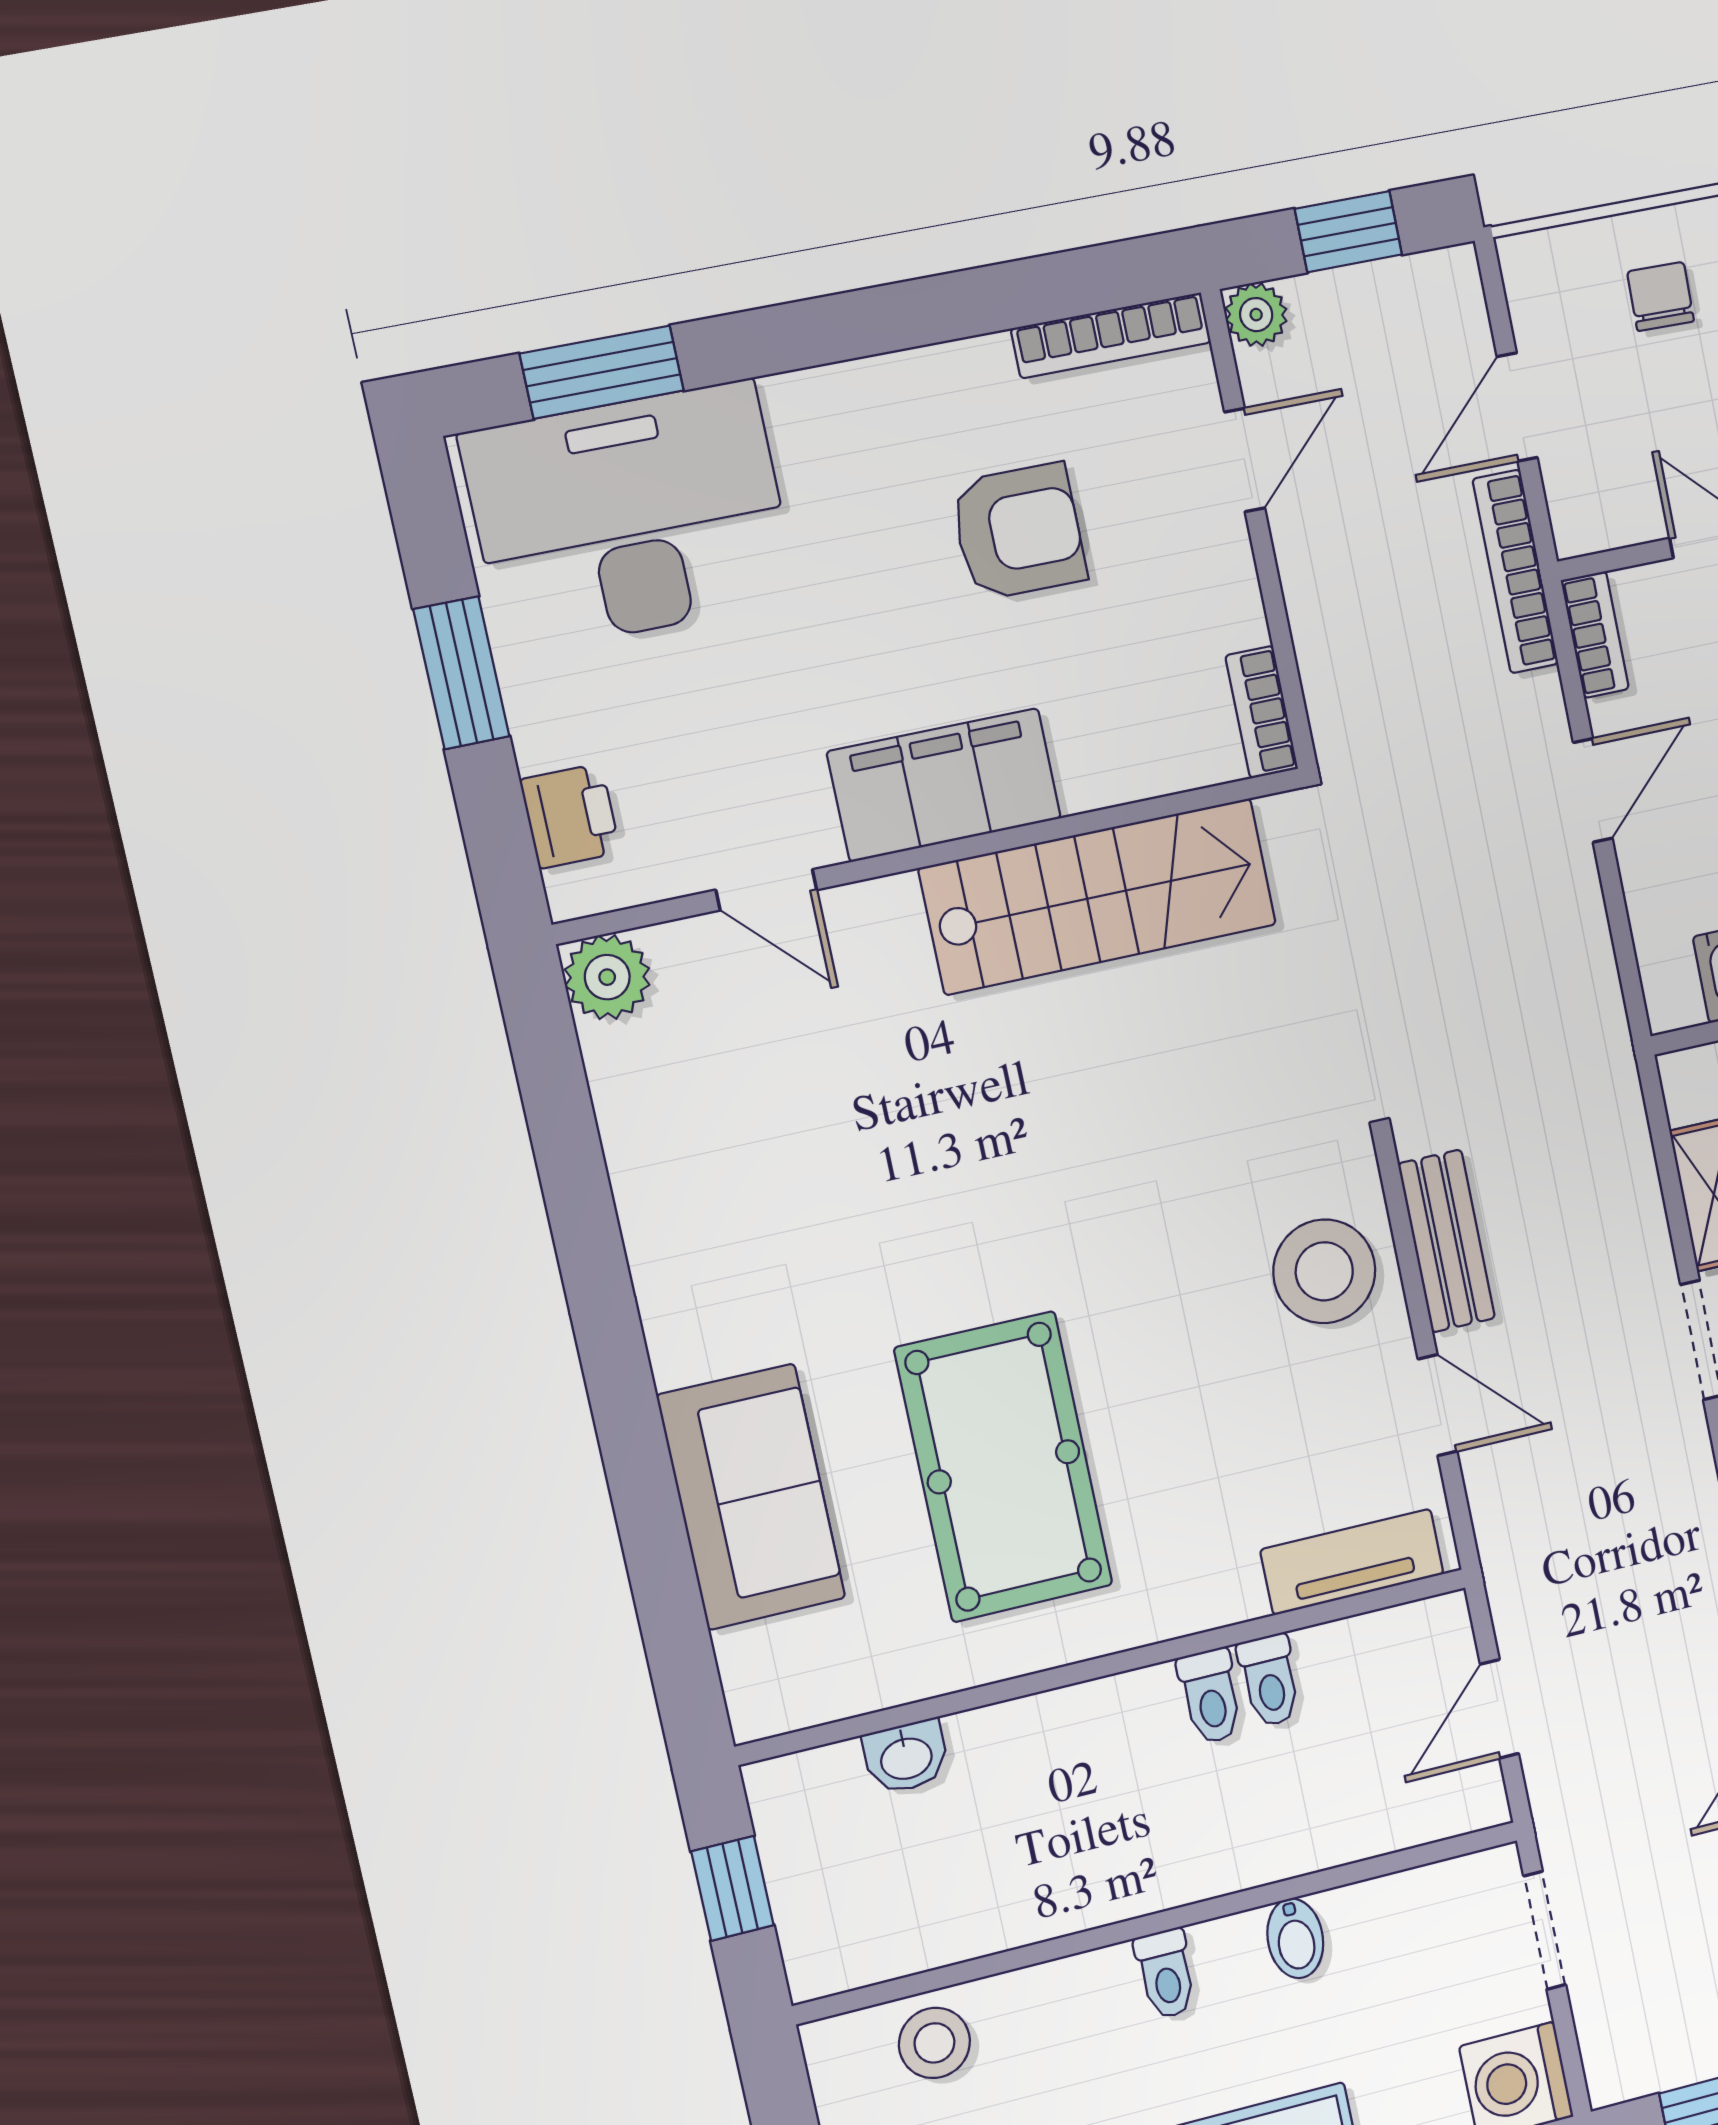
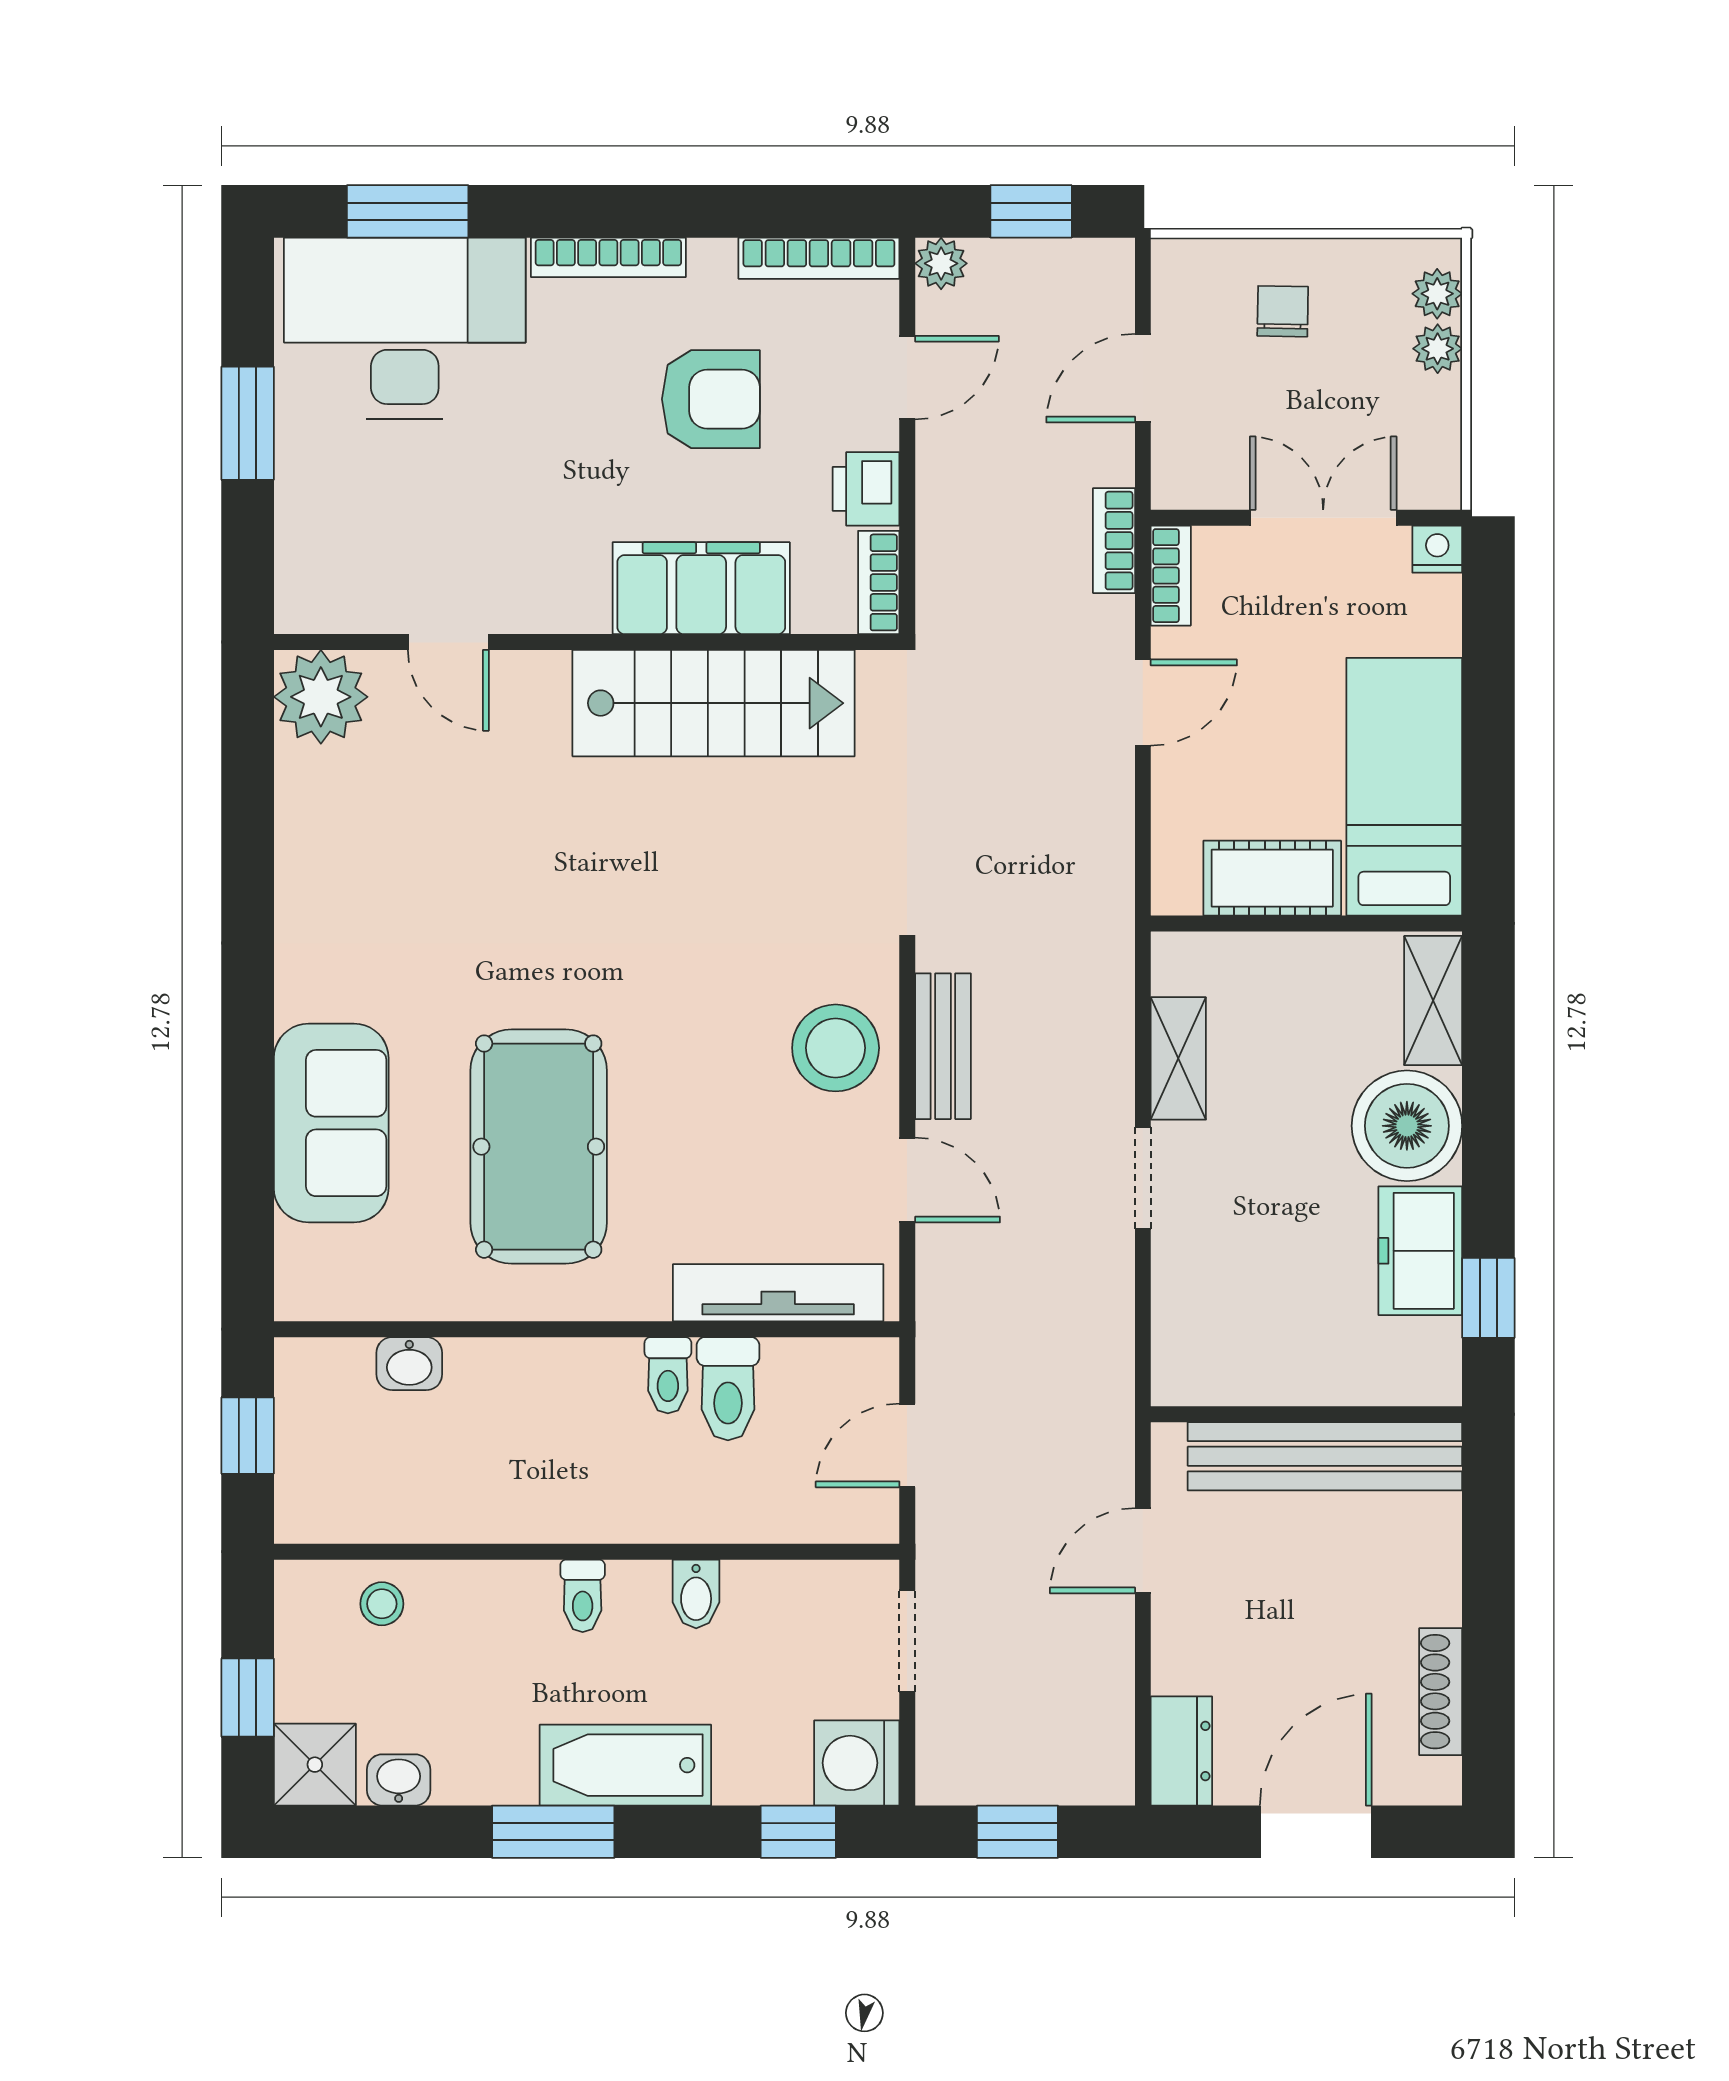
bookcase: (859, 383) -> (608, 257), added
bookcase: (1515, 572) -> (1114, 541), width x0.64
filing cabinet: (944, 785) -> (701, 588), moved
printer: (570, 816) -> (866, 489), moved, turned 180
plant: (607, 977) -> (321, 697), width x1.36, depth x1.36
tv unit: (1352, 1562) -> (778, 1293), width x1.41
toilet: (1269, 1680) -> (728, 1389), width x1.37, depth x1.39
stool: (934, 2043) -> (382, 1604), width x0.73, depth x0.73

